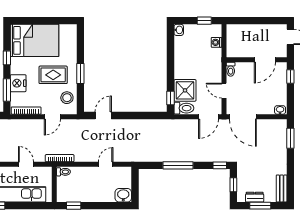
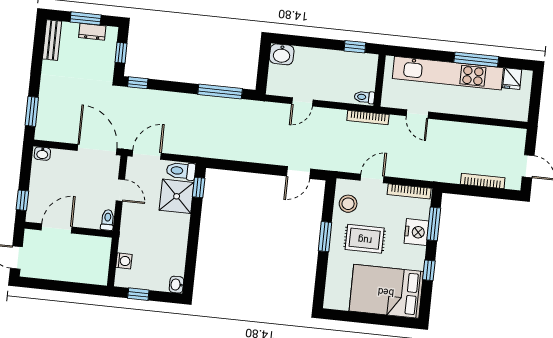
window: (178, 165) -> (220, 91), moved

